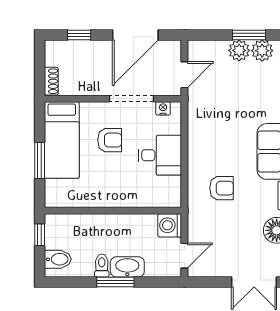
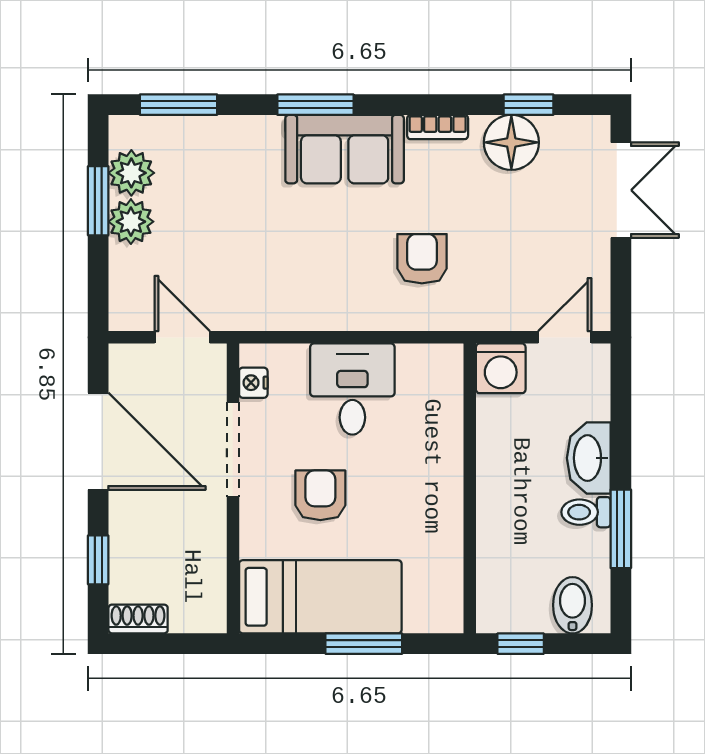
shoe rack: (51, 81) -> (138, 619), moved
door: (184, 256) -> (565, 337), hinge flipped
window: (115, 282) -> (621, 529), moved

